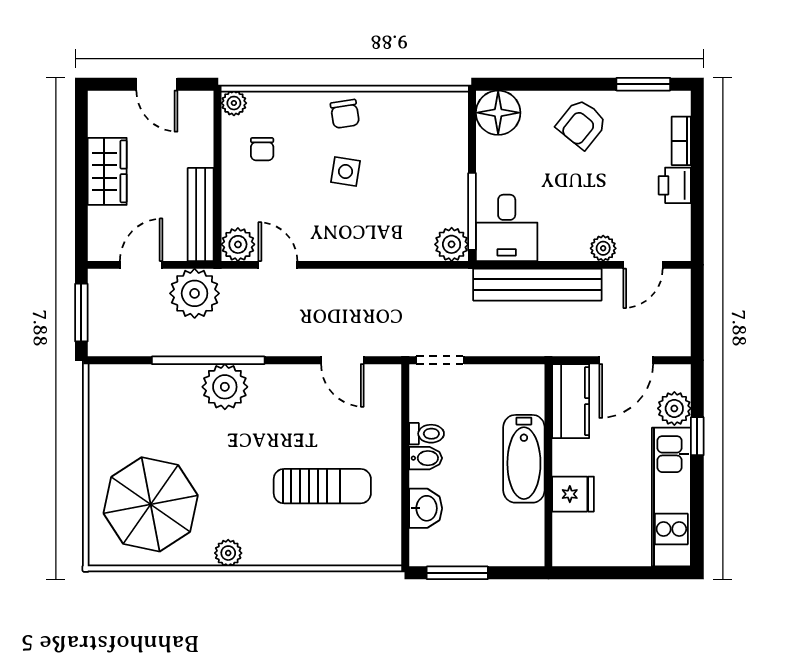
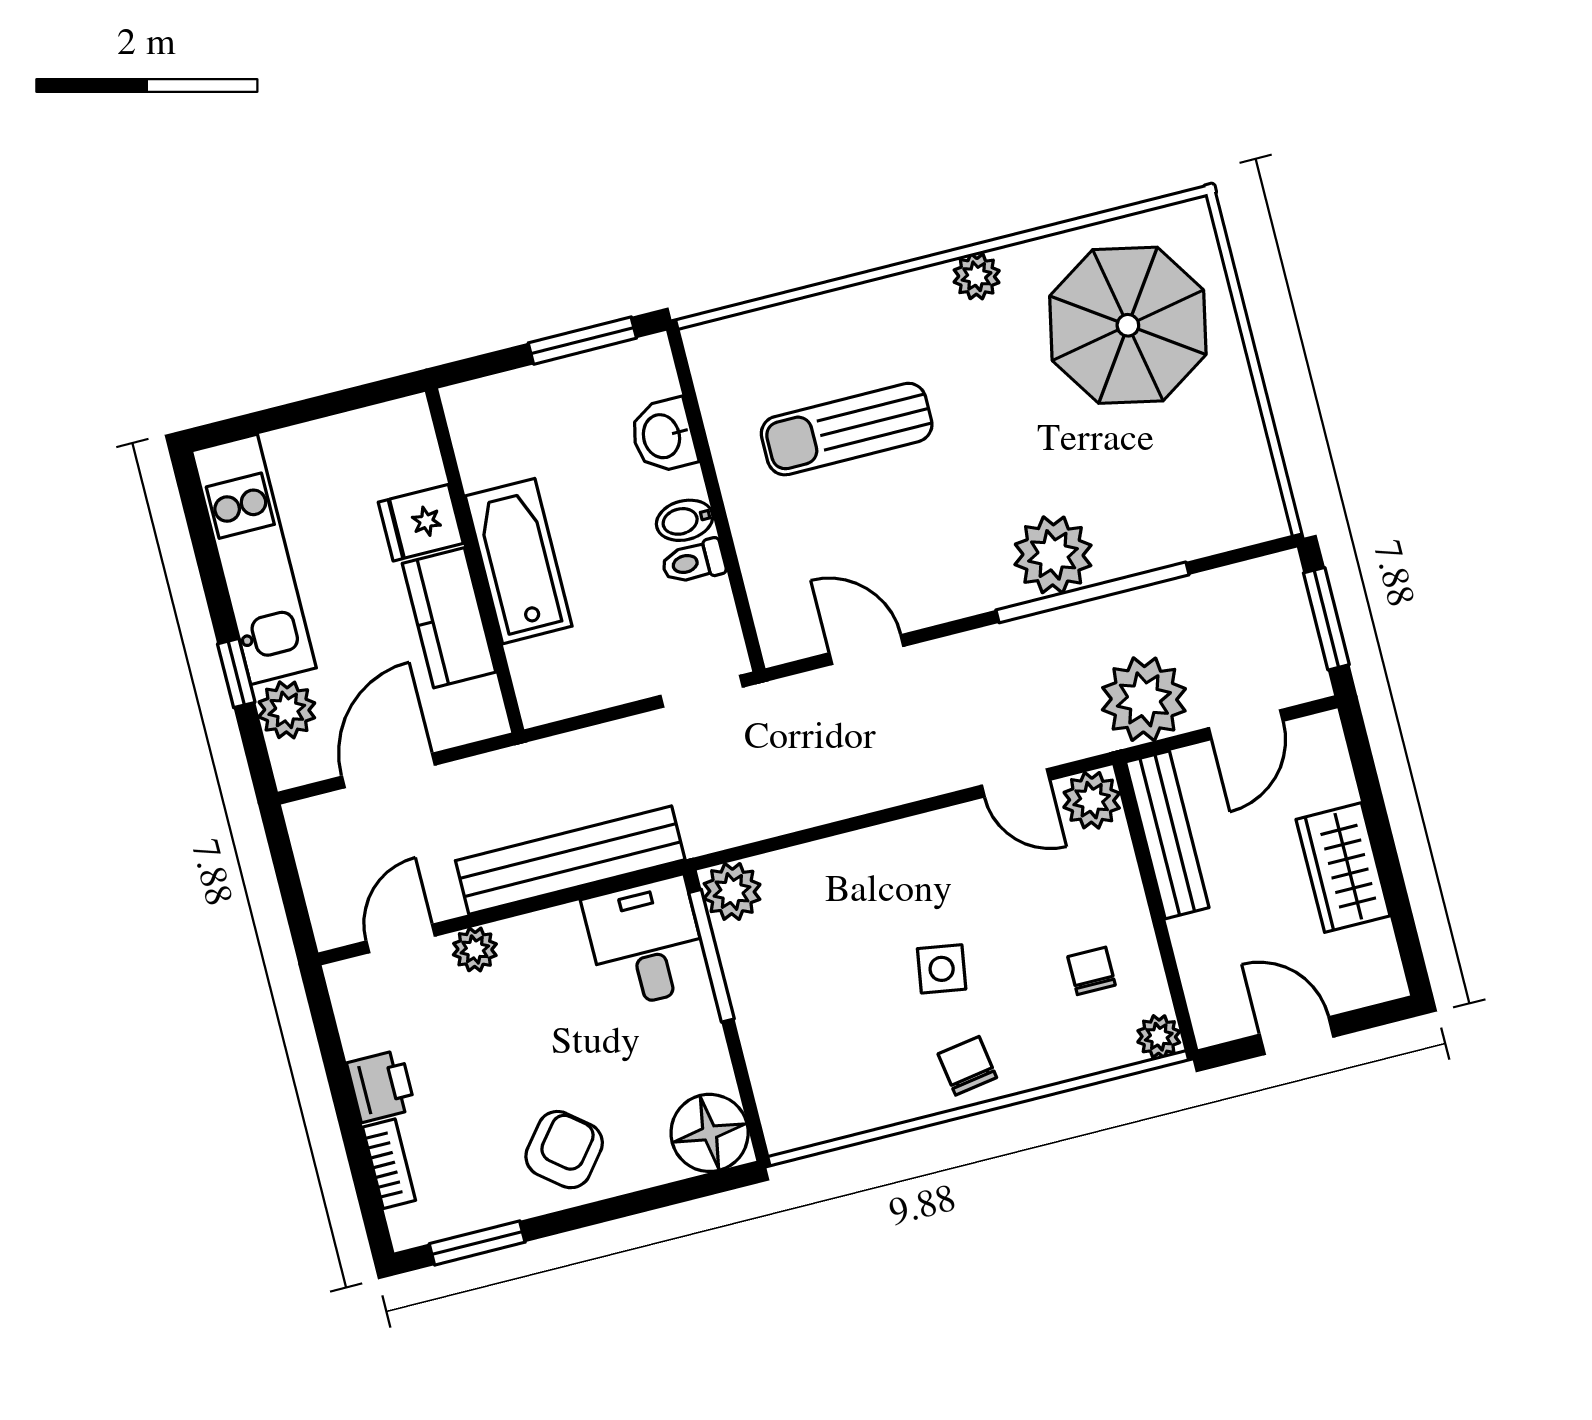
kitchen counter: (571, 401) -> (449, 618), moved

